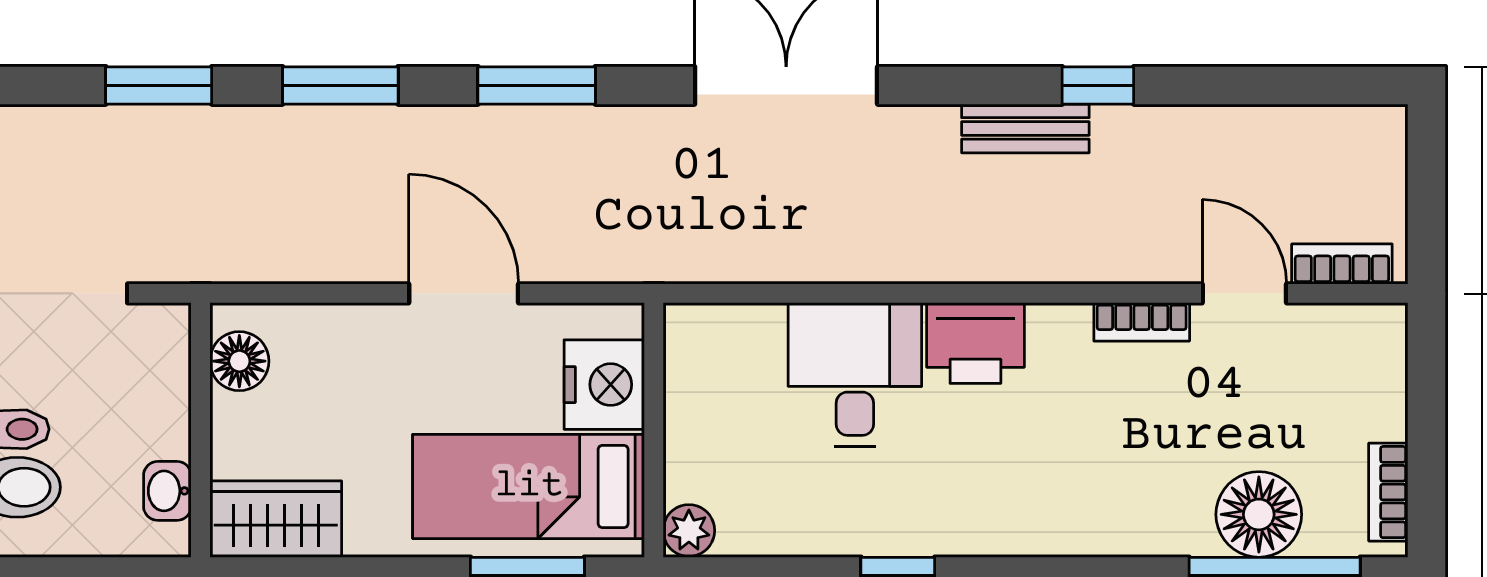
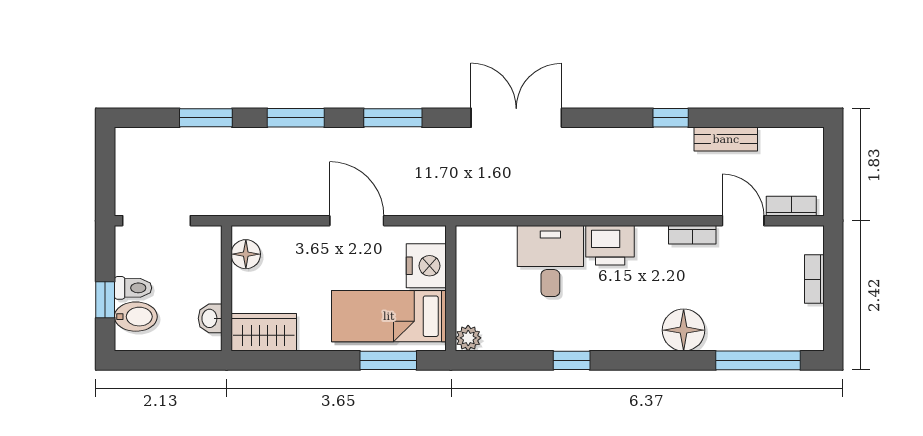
bench: (1025, 128) -> (726, 139), moved
bookcase: (1388, 492) -> (814, 279), moved
floor lamp: (1259, 514) -> (684, 330), moved

